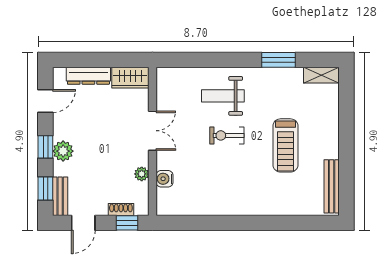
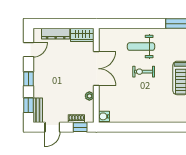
double door: (152, 131) -> (96, 69), width x1.37
plant: (63, 151) -> (40, 82), removed
water cooler: (164, 179) -> (104, 116), moved

